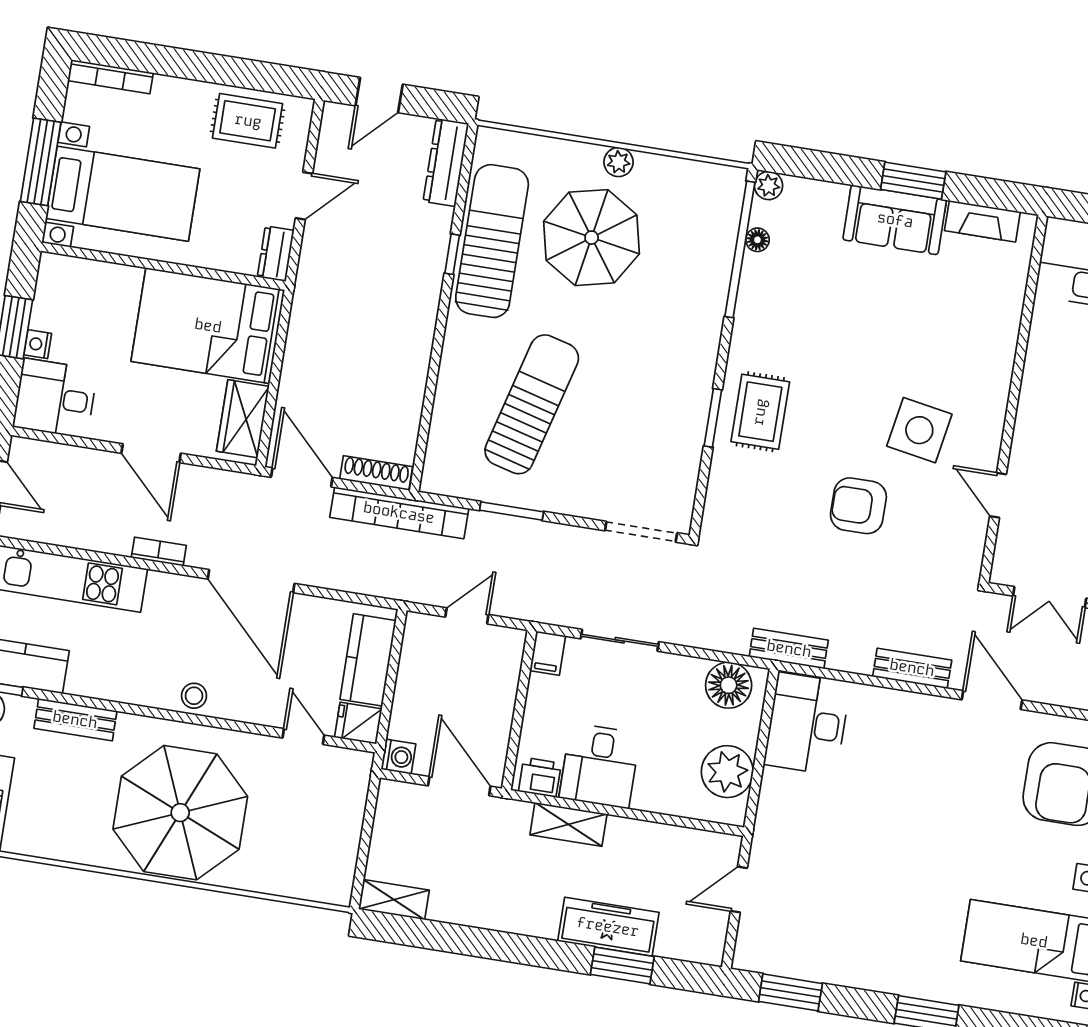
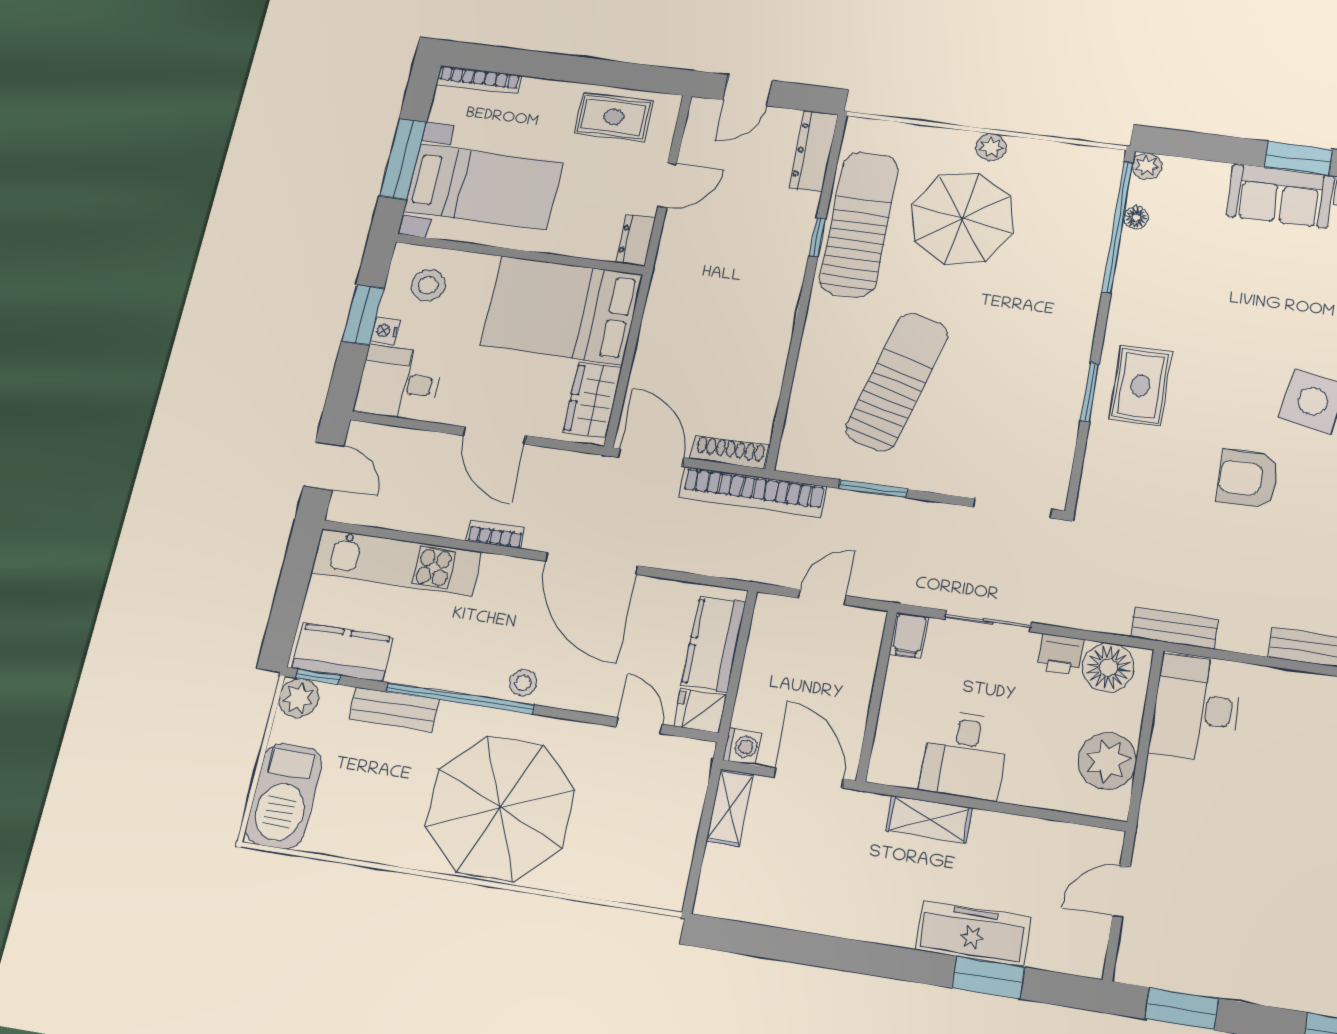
stool: (76, 297) -> (428, 285), added
window: (136, 710) -> (460, 698), added
printer: (540, 777) -> (1060, 654), moved, turned 180
shelving: (394, 900) -> (730, 808), moved, turned 90

